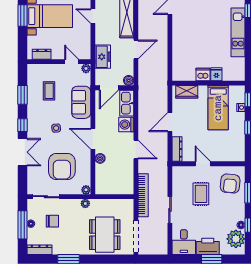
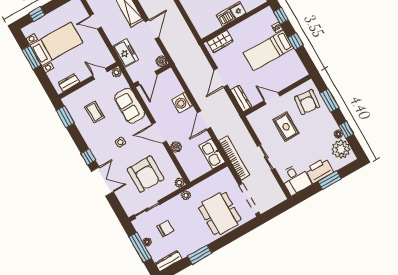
window: (22, 95) -> (65, 117), moved
kitchen sink: (127, 103) -> (212, 154), moved
bed: (218, 108) -> (269, 51), moved, turned 90
door: (136, 150) -> (204, 120), swing flipped

